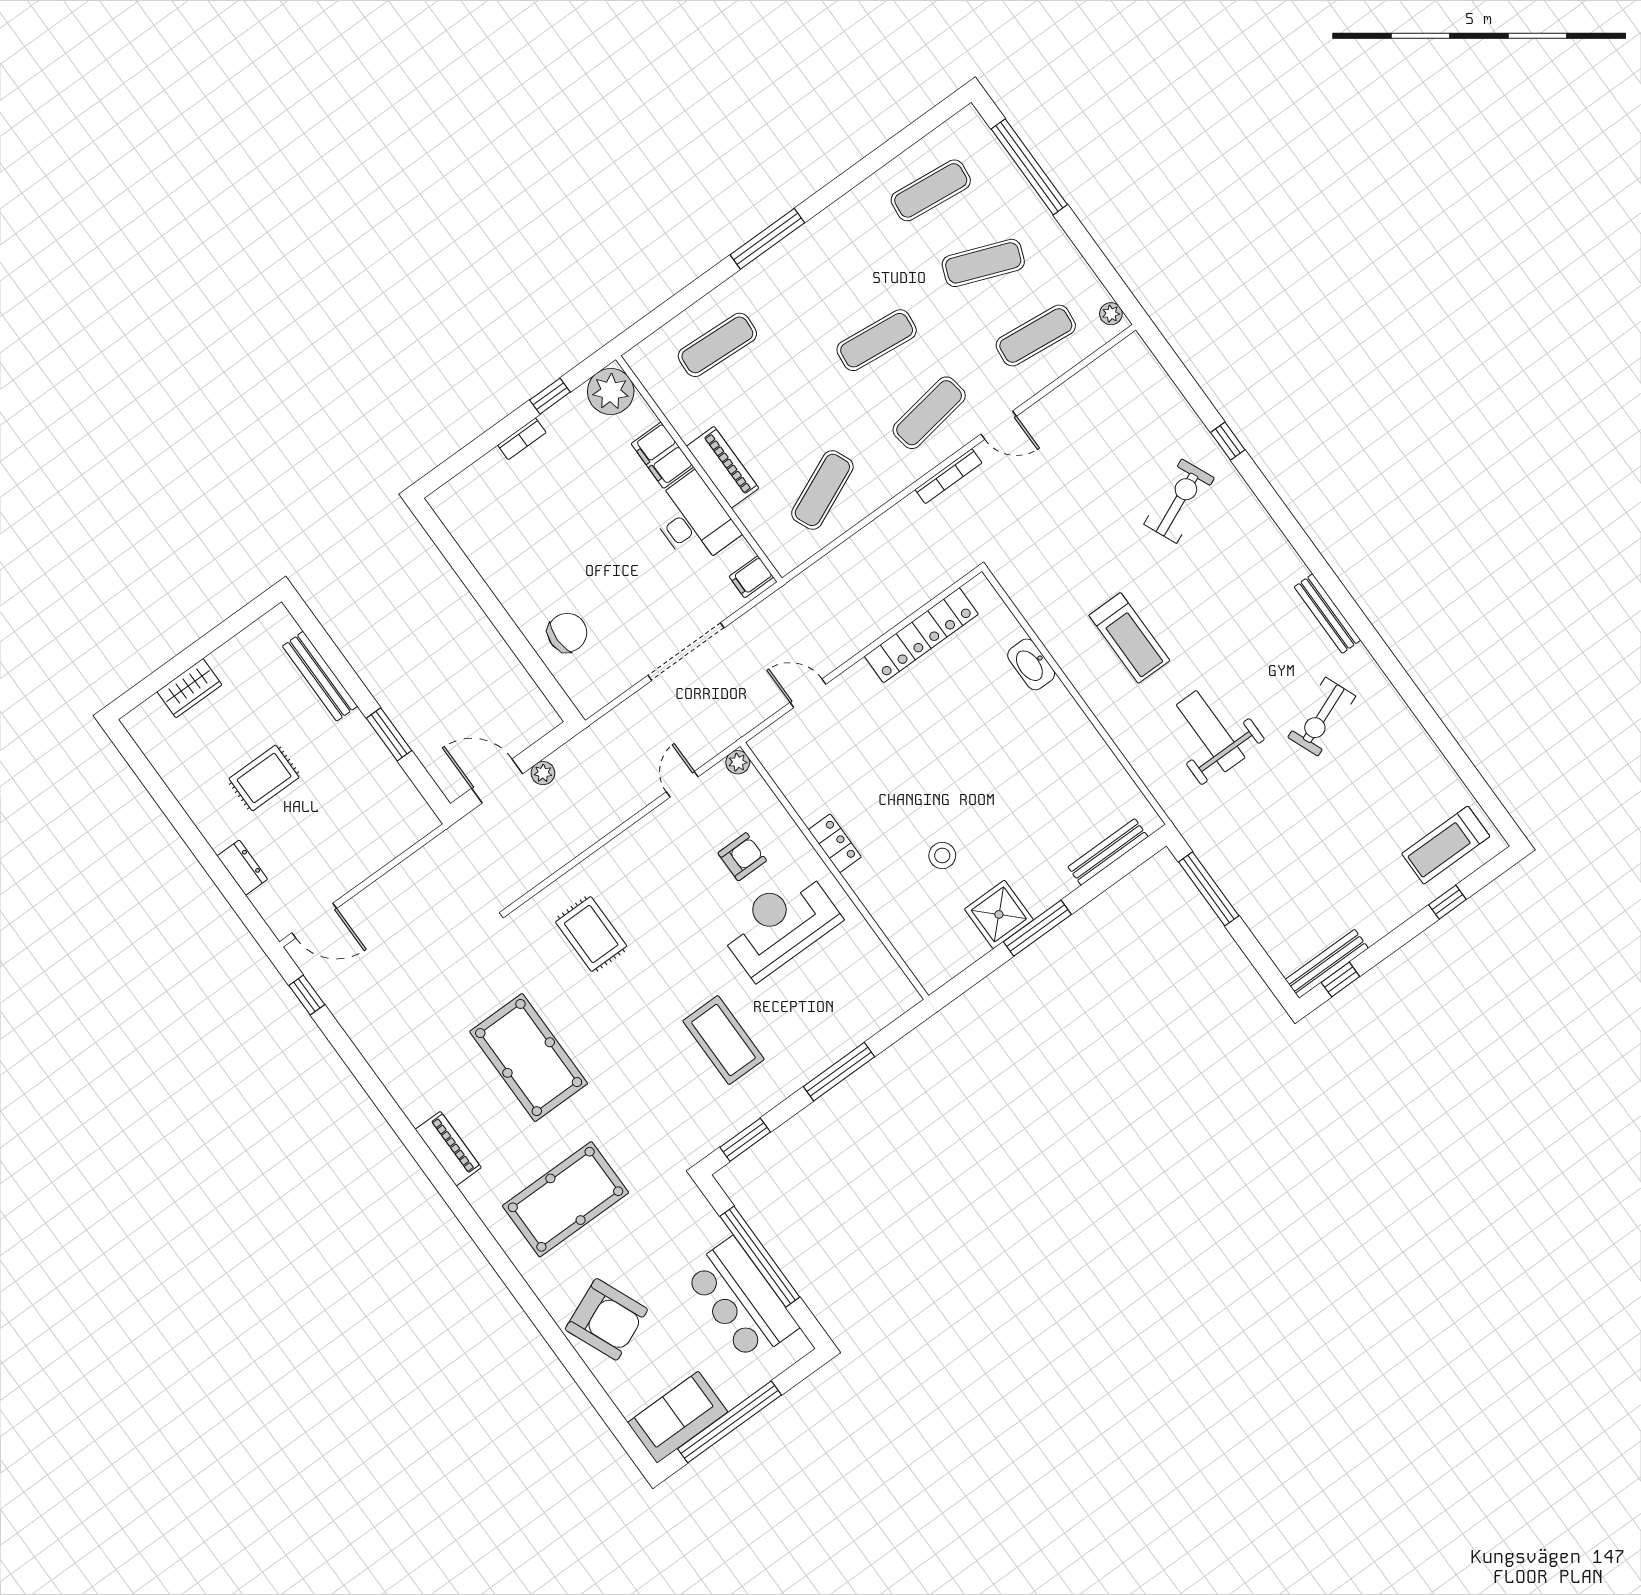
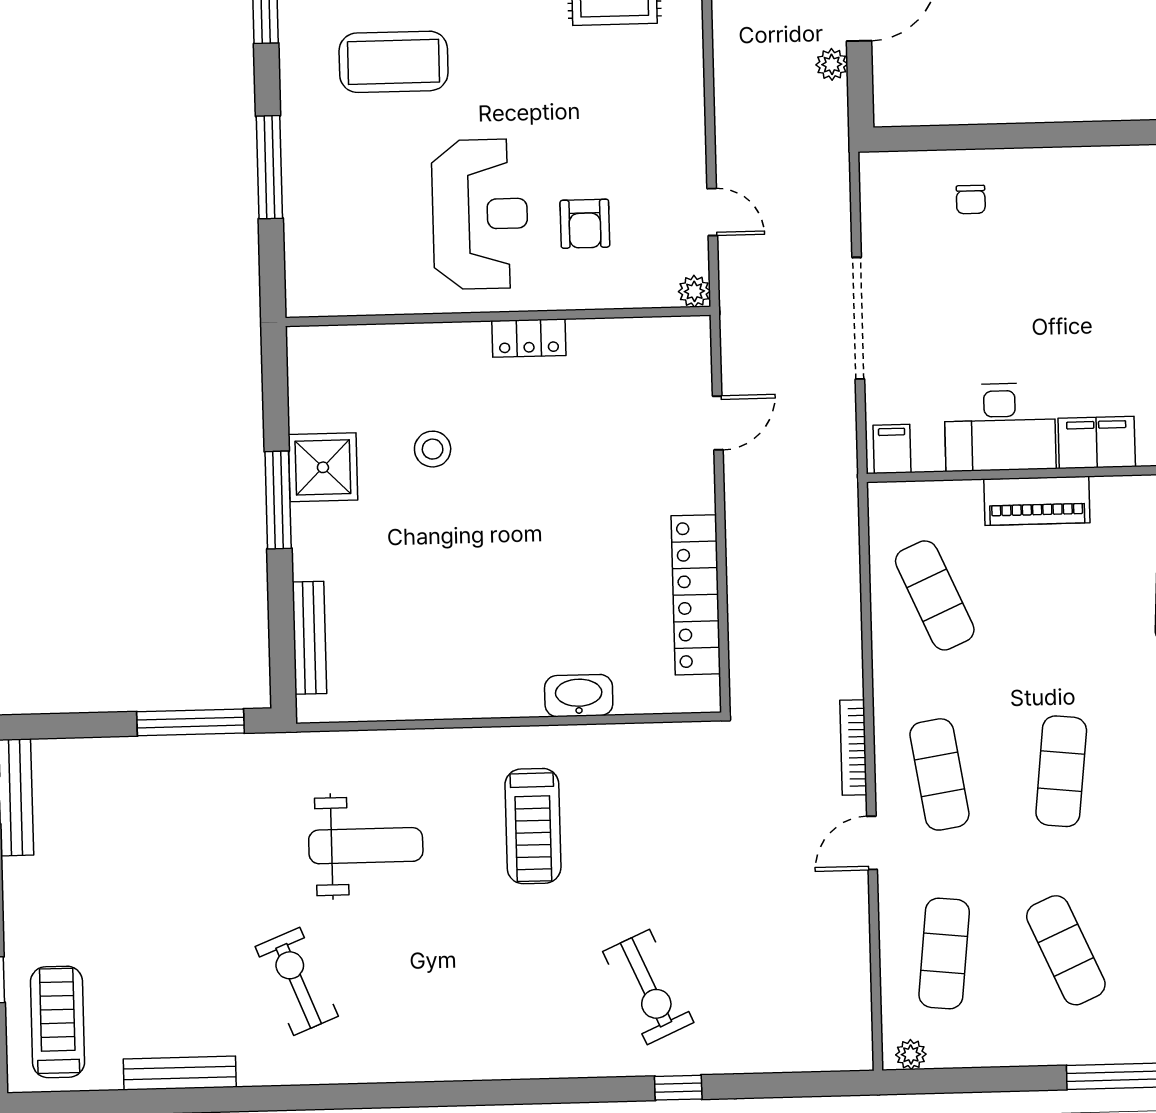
exercise mat: (983, 263) -> (1066, 950), turned -45
bench: (1327, 614) -> (180, 1073), moved
chair: (567, 633) -> (971, 199), width x0.54, depth x0.54
treadmill: (1129, 638) -> (533, 826), turned -90

